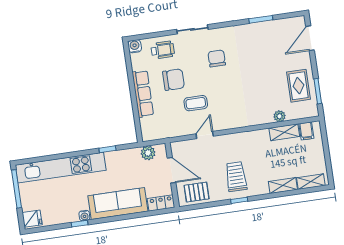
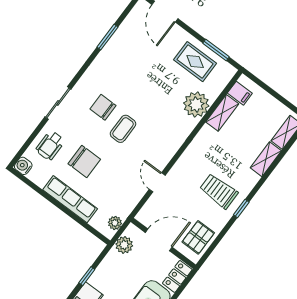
wheelchair: (163, 50) -> (50, 146), turned 180
chair: (174, 80) -> (84, 161), turned 90
coffee table: (196, 103) -> (123, 129), moved
plant: (280, 116) -> (196, 104), width x1.88, depth x1.88
plant: (155, 134) -> (115, 223), added

